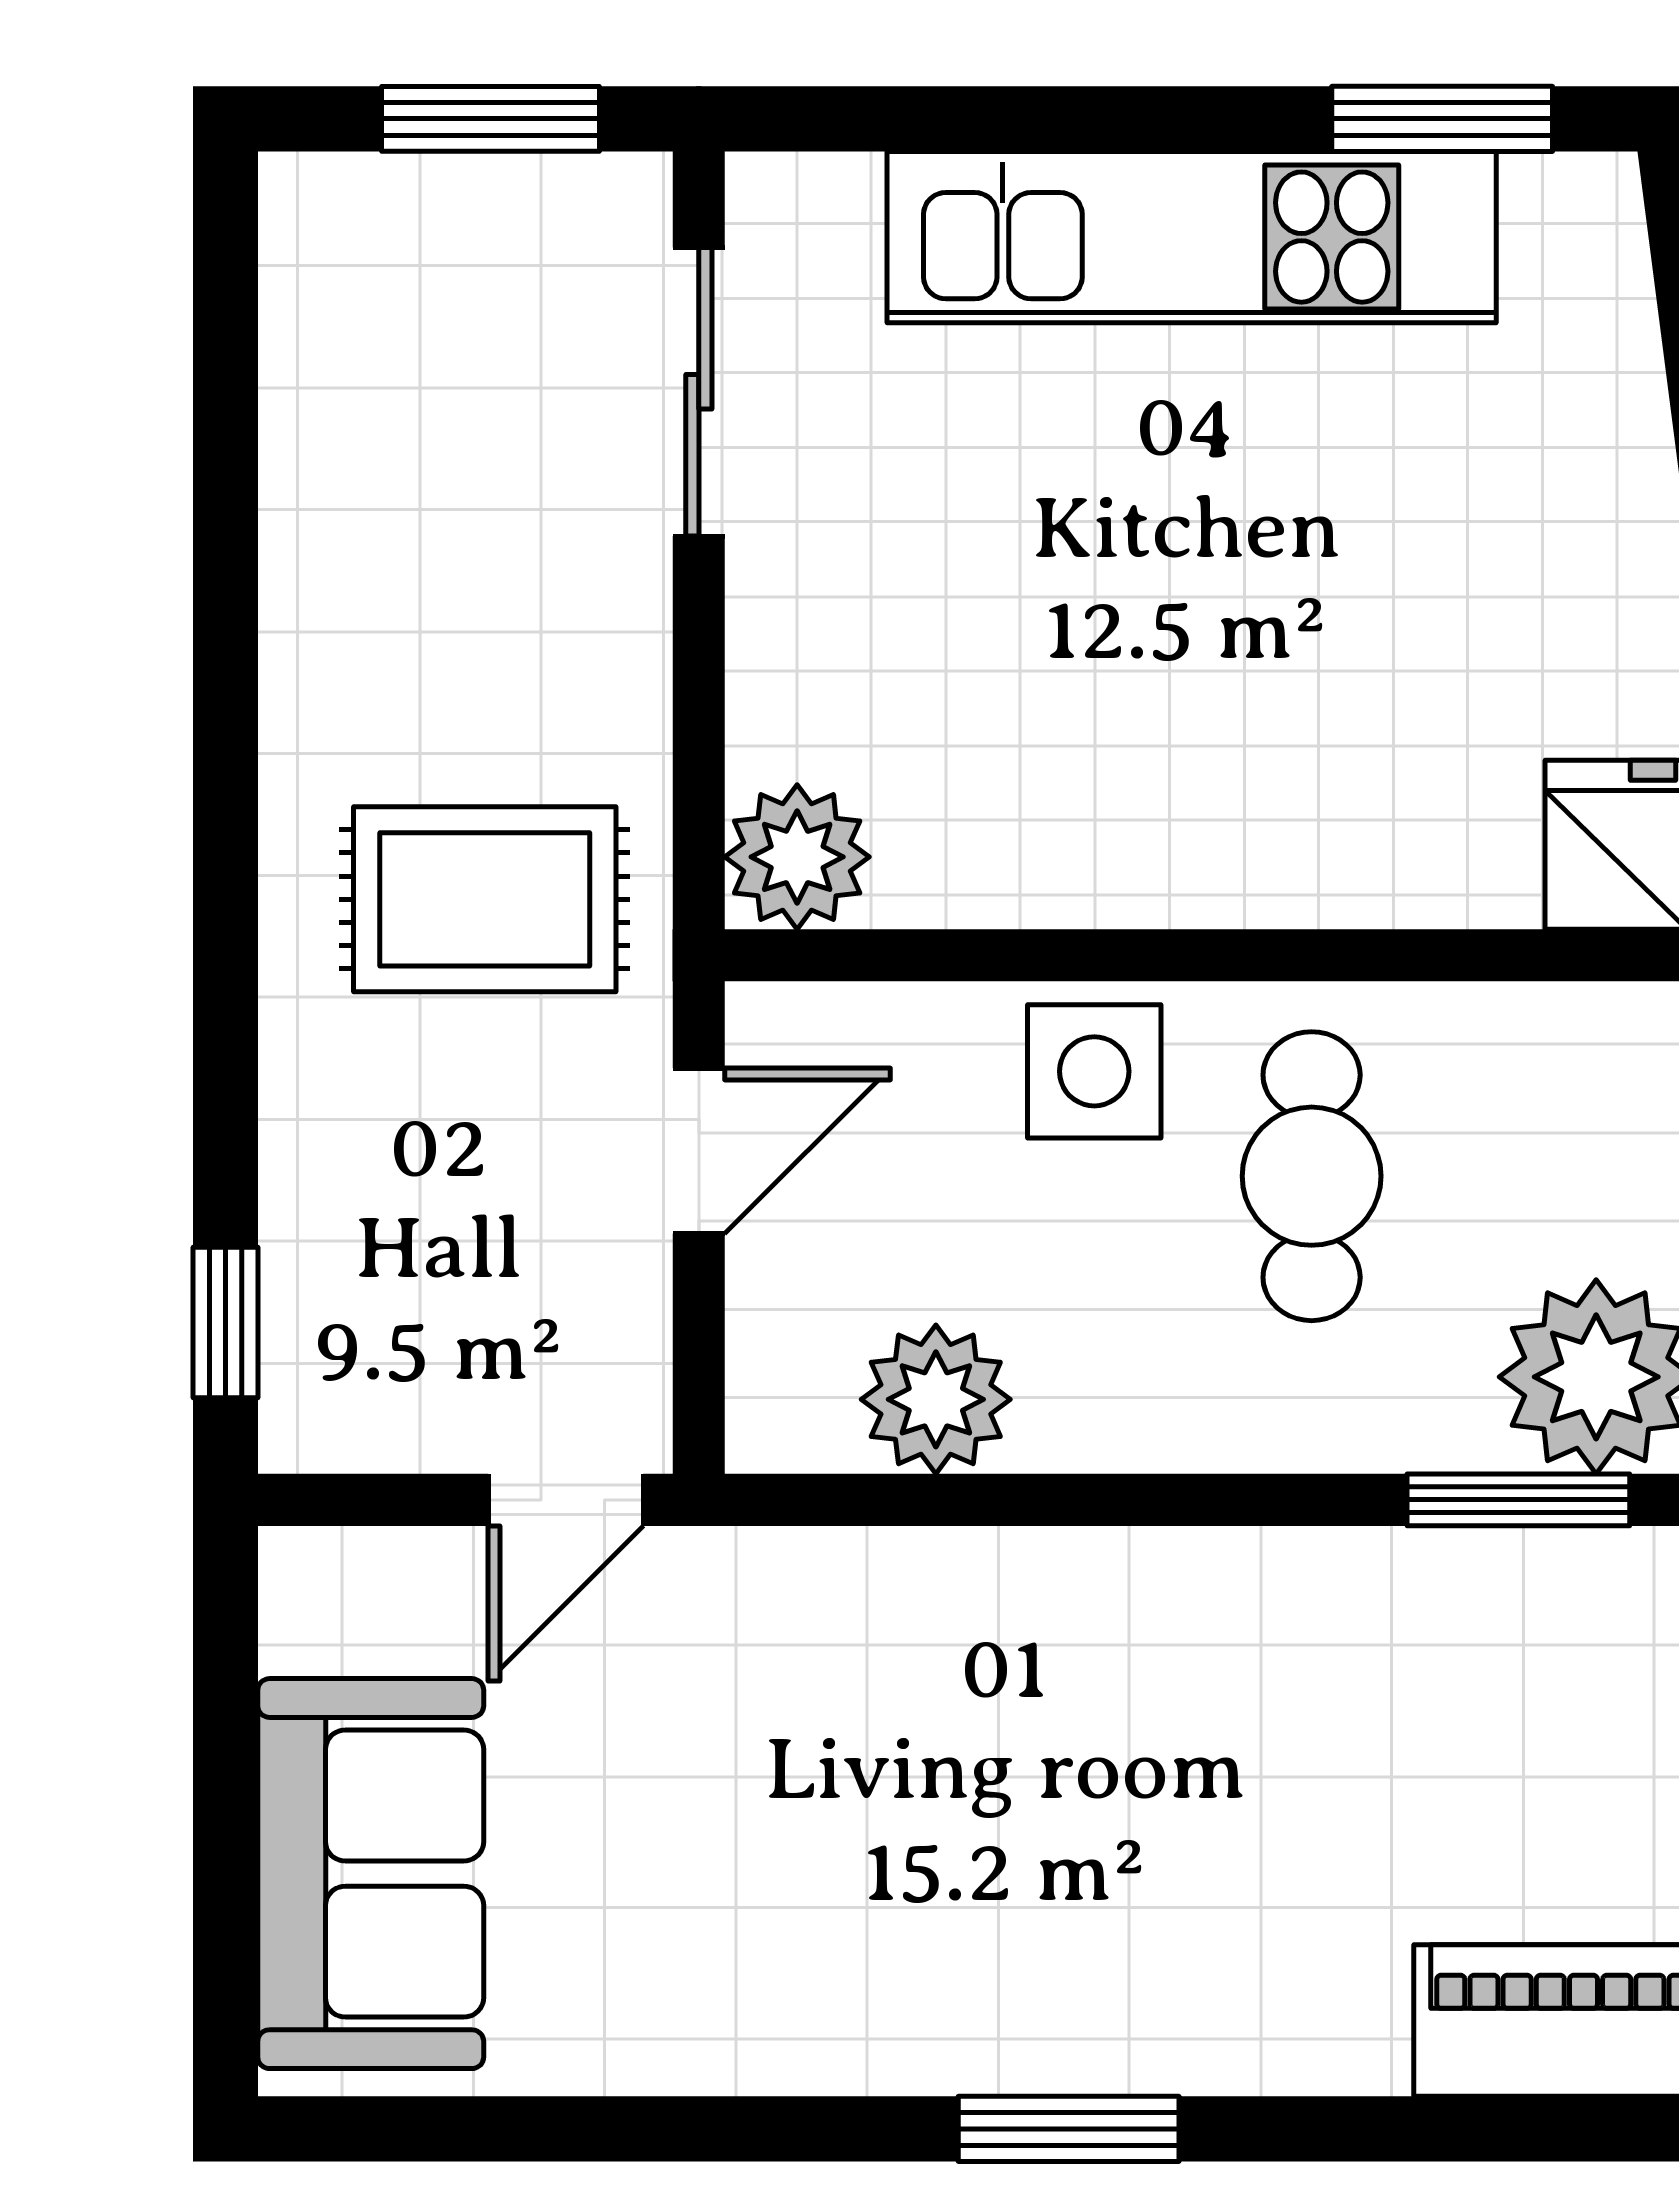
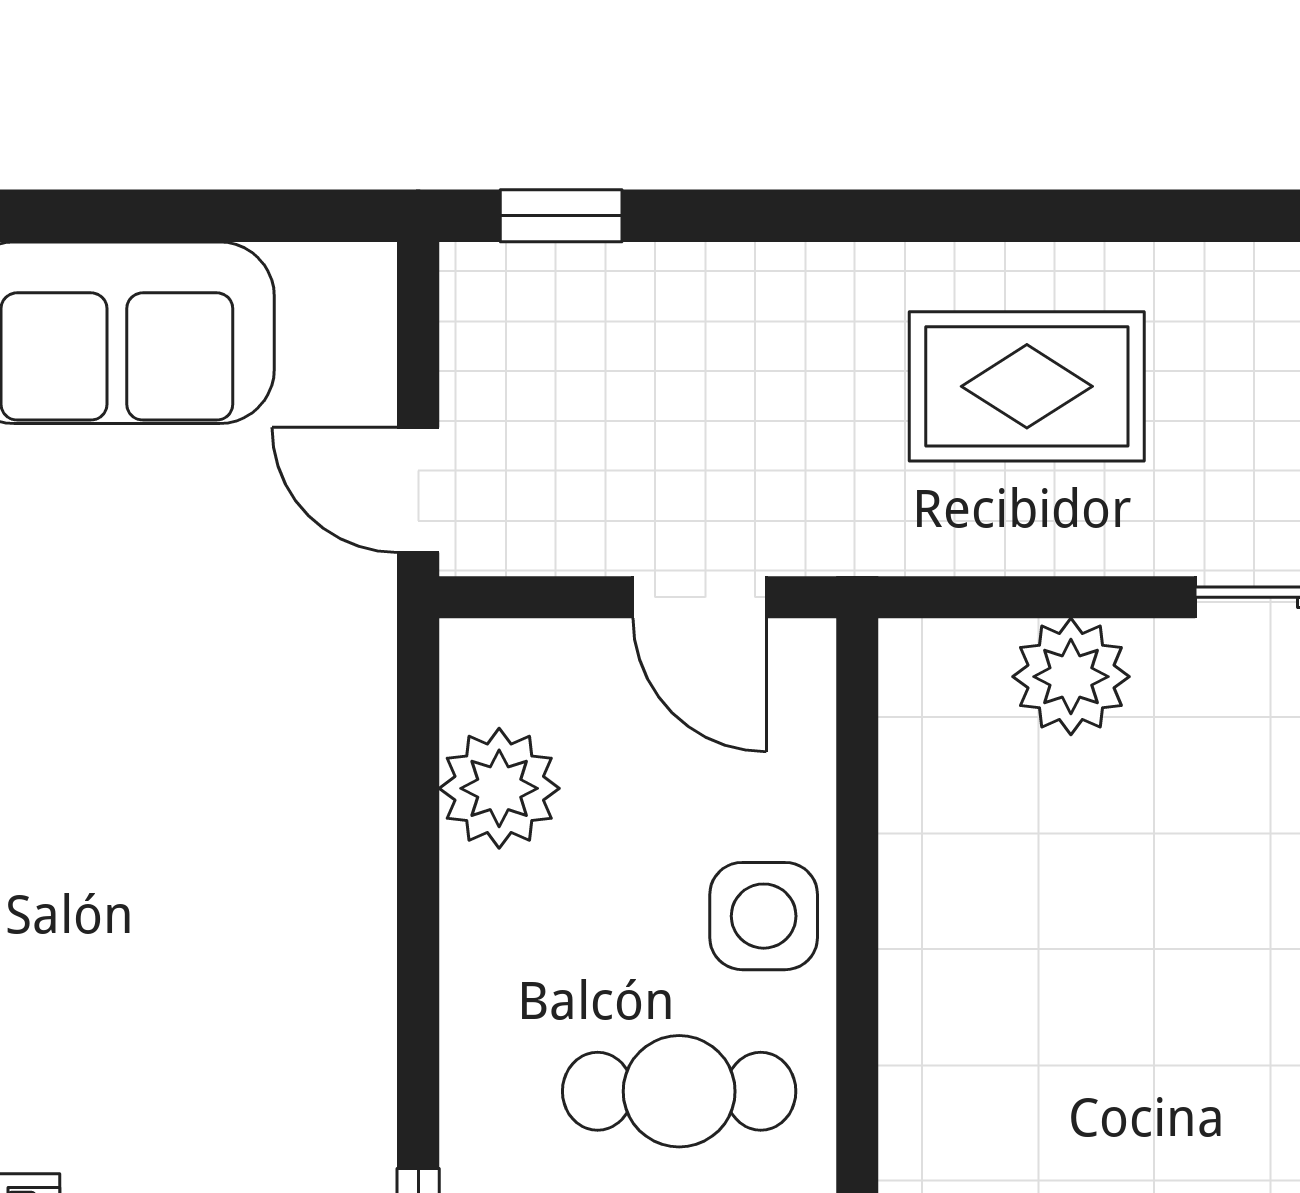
plant: (797, 857) -> (1071, 677), moved
rug: (485, 899) -> (1027, 386), moved, turned 90

